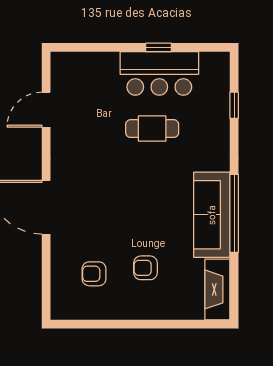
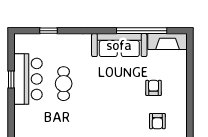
window: (234, 213) -> (142, 31), moved
armchair: (145, 268) -> (154, 88), turned 180

